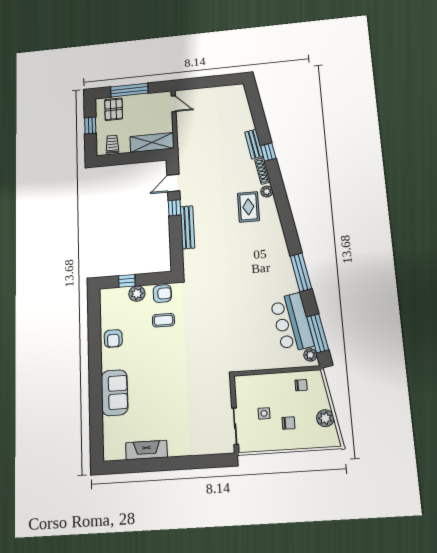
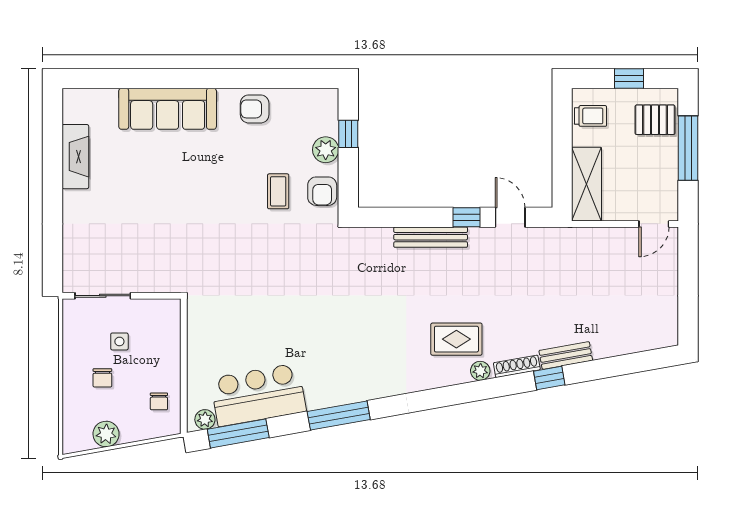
sofa: (114, 393) -> (168, 109), width x1.36

